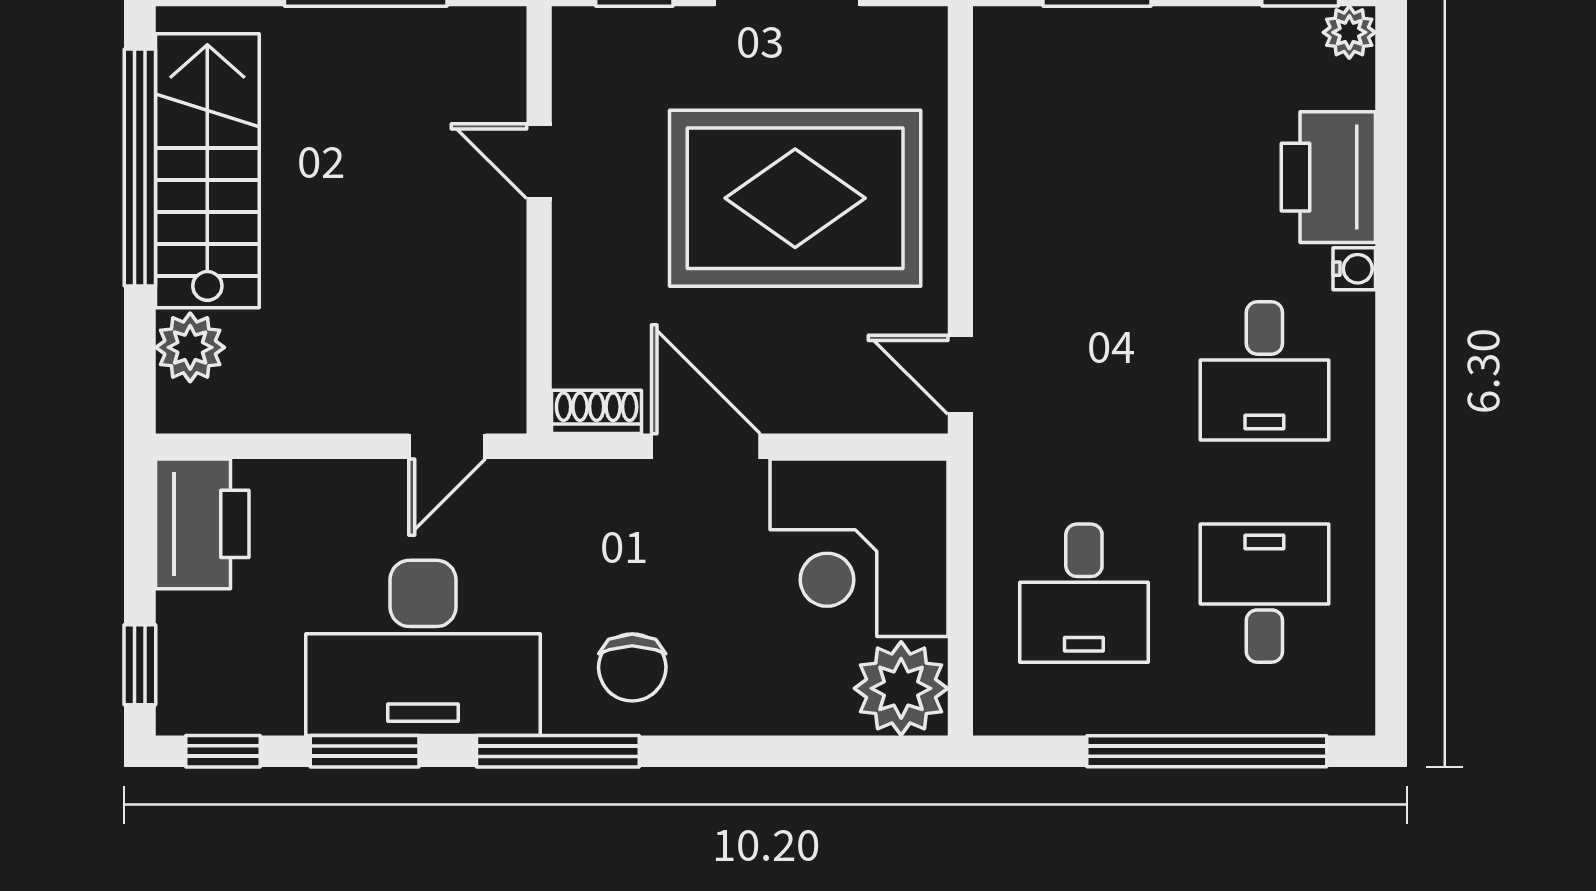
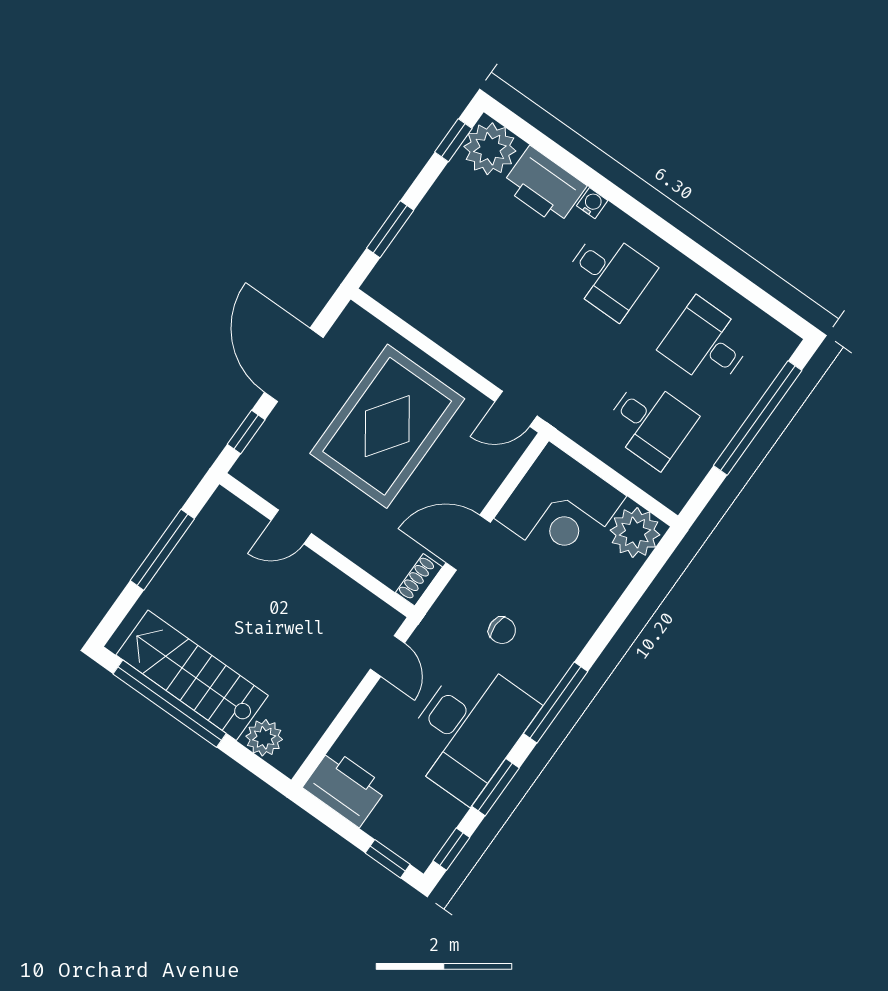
plant: (1349, 32) -> (490, 149), width x1.87, depth x1.87
chair: (632, 667) -> (502, 630), moved, width x0.73, depth x0.73

